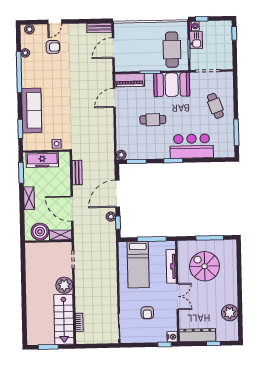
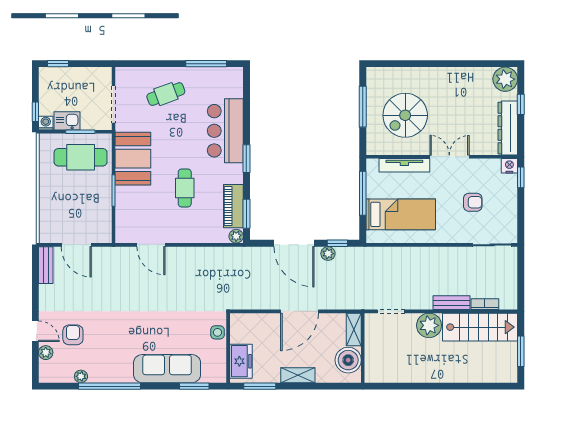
plant: (29, 29) -> (46, 353), moved
piano: (130, 80) -> (233, 206), moved, turned 180
freezer: (42, 160) -> (241, 361), width x0.71
bench: (77, 173) -> (451, 303), moved
door: (72, 209) -> (299, 311), moved
plant: (230, 313) -> (505, 79), moved

